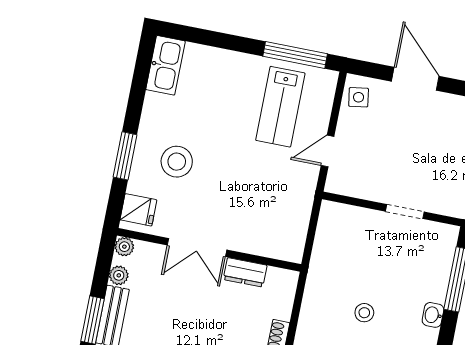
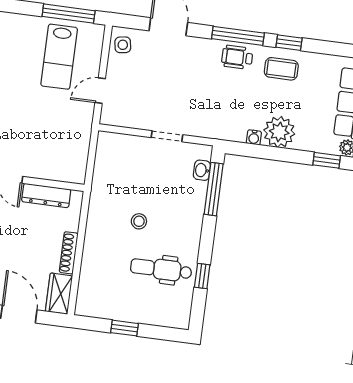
dresser: (245, 272) -> (46, 195), width x1.44
washbasin: (433, 315) -> (202, 170), moved

